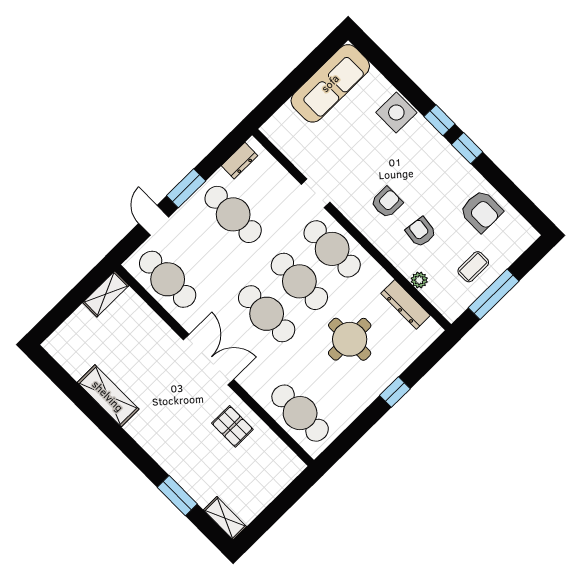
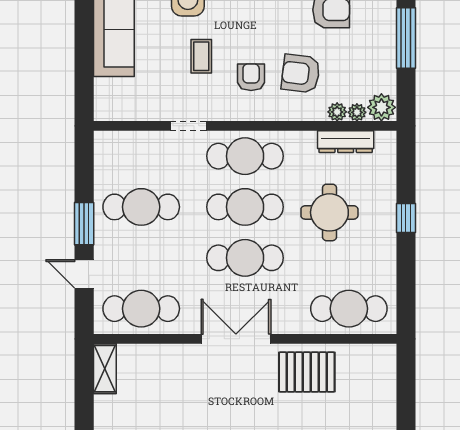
dresser: (239, 161) -> (104, 160), removed
armchair: (421, 232) -> (301, 74), width x1.38, depth x1.38
coffee table: (473, 267) -> (201, 56), moved
plant: (432, 293) -> (357, 112), added
window: (494, 294) -> (406, 38), moved
plant: (451, 306) -> (381, 107), added
pallet: (232, 426) -> (307, 372), width x1.50, depth x1.42

